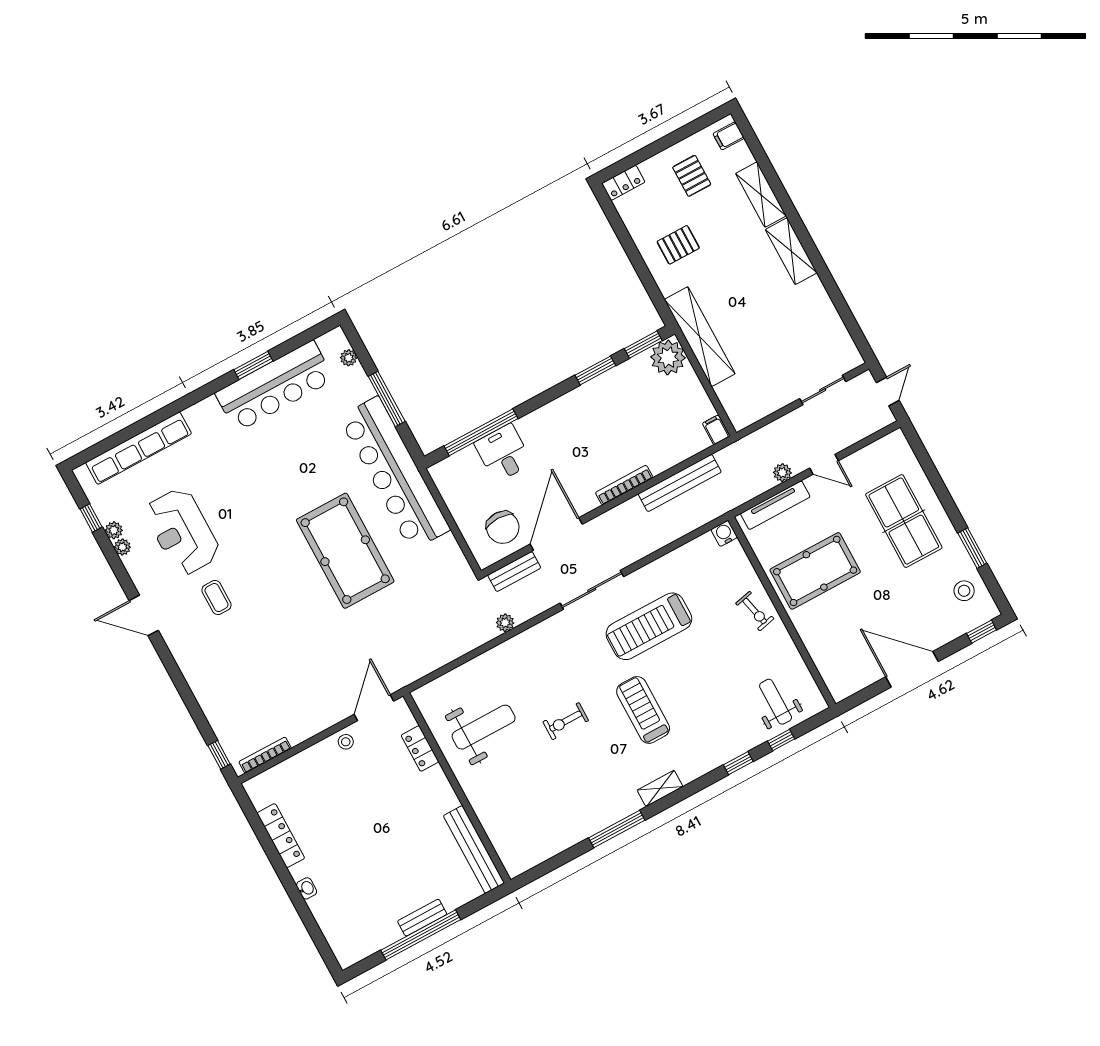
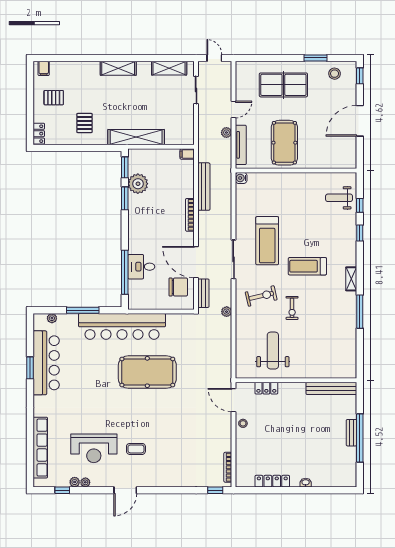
shelving: (761, 195) -> (169, 68), moved
plant: (668, 357) -> (138, 184), moved
exercise bike: (755, 611) -> (261, 296), moved, width x1.38, depth x1.39

